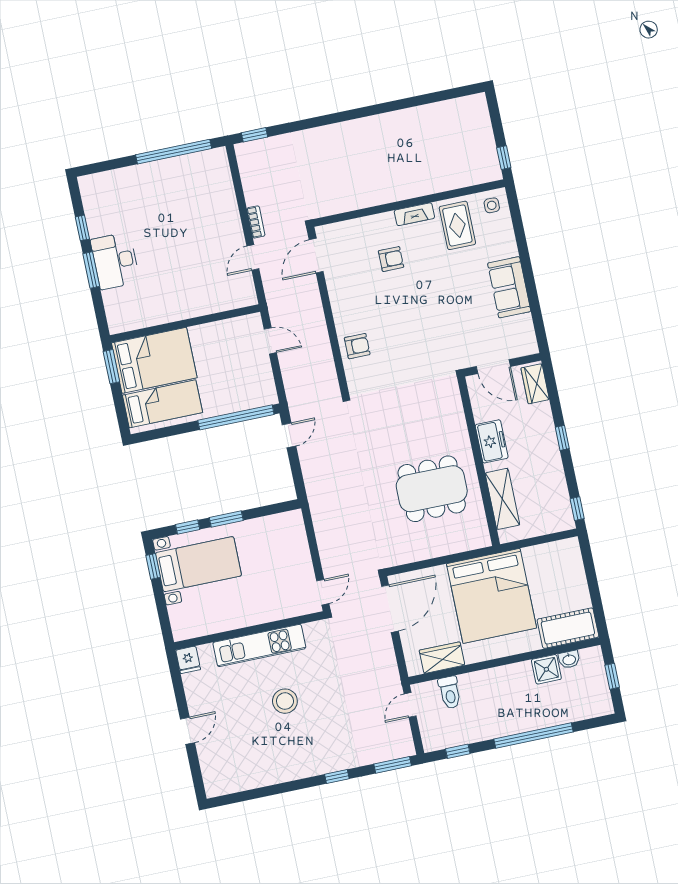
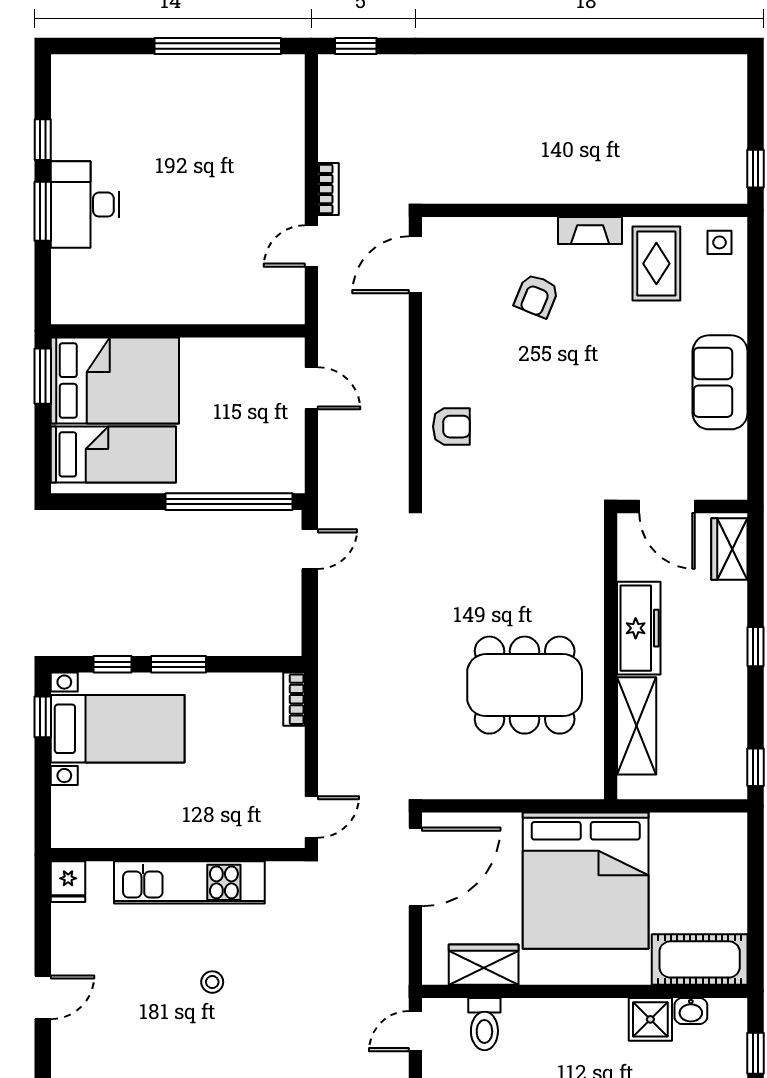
armchair: (391, 259) -> (536, 296), turned 112
freezer: (492, 441) -> (639, 628), width x1.40
bookcase: (298, 525) -> (294, 699), added
stool: (285, 701) -> (212, 982), width x0.53, depth x0.53

